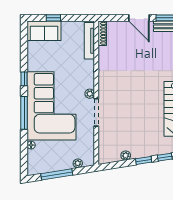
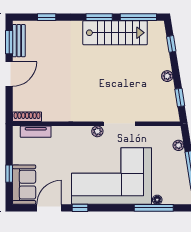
tv unit: (89, 41) -> (36, 132), width x0.71
door: (24, 52) -> (49, 208), added
window: (24, 113) -> (154, 208), moved
plant: (126, 156) -> (167, 76), moved
window: (144, 160) -> (180, 97), moved

